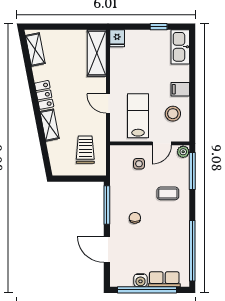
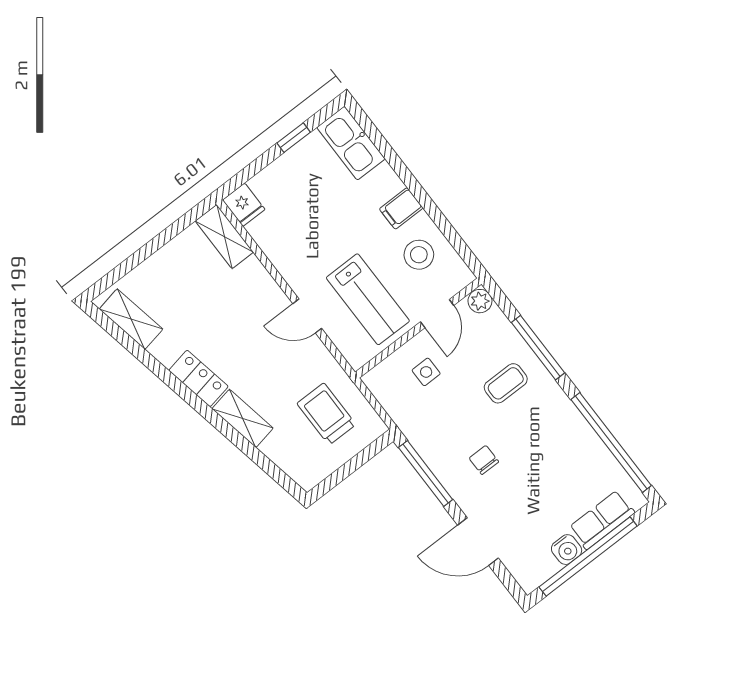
shelving: (97, 53) -> (224, 237), width x0.67, depth x0.75
lab bench: (138, 116) -> (368, 299), turned 180
window: (192, 171) -> (538, 348), moved

